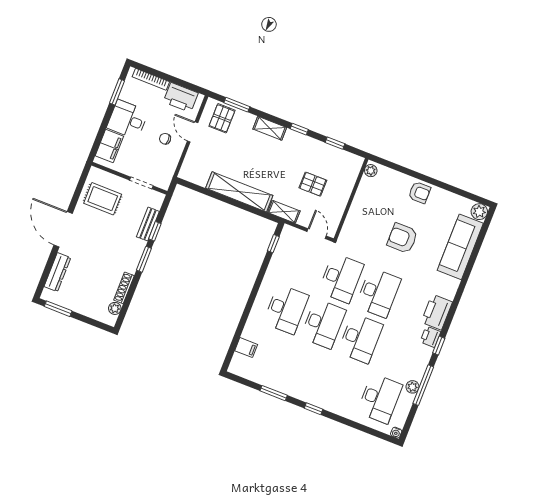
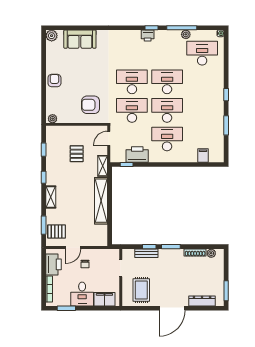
armchair: (402, 238) -> (91, 105), moved, turned 90
sofa: (460, 247) -> (80, 39), width x0.73
printer: (437, 312) -> (137, 154), moved, turned 180

